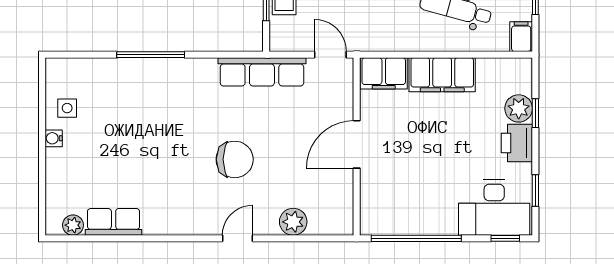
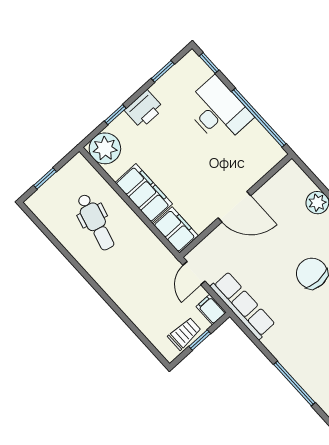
filing cabinet: (521, 37) -> (211, 310), moved, turned 90
plant: (519, 108) -> (105, 148), moved, width x1.36, depth x1.36
desk: (494, 208) -> (218, 111), moved

